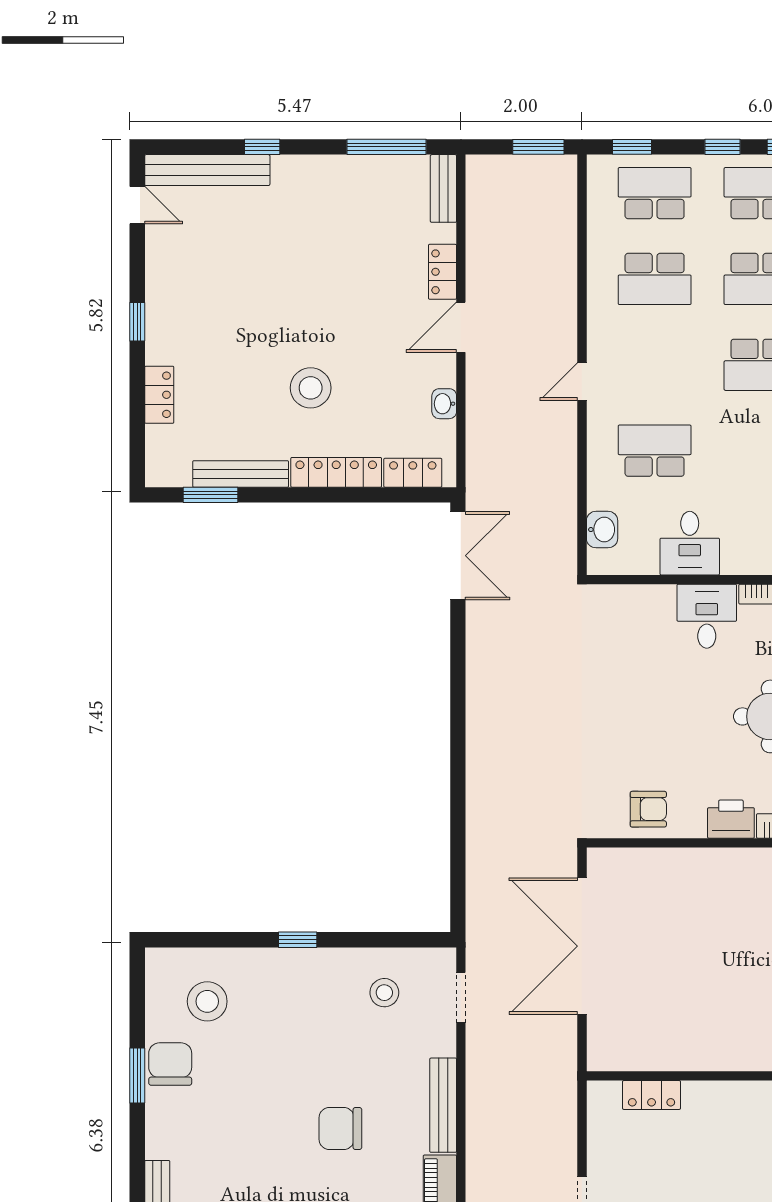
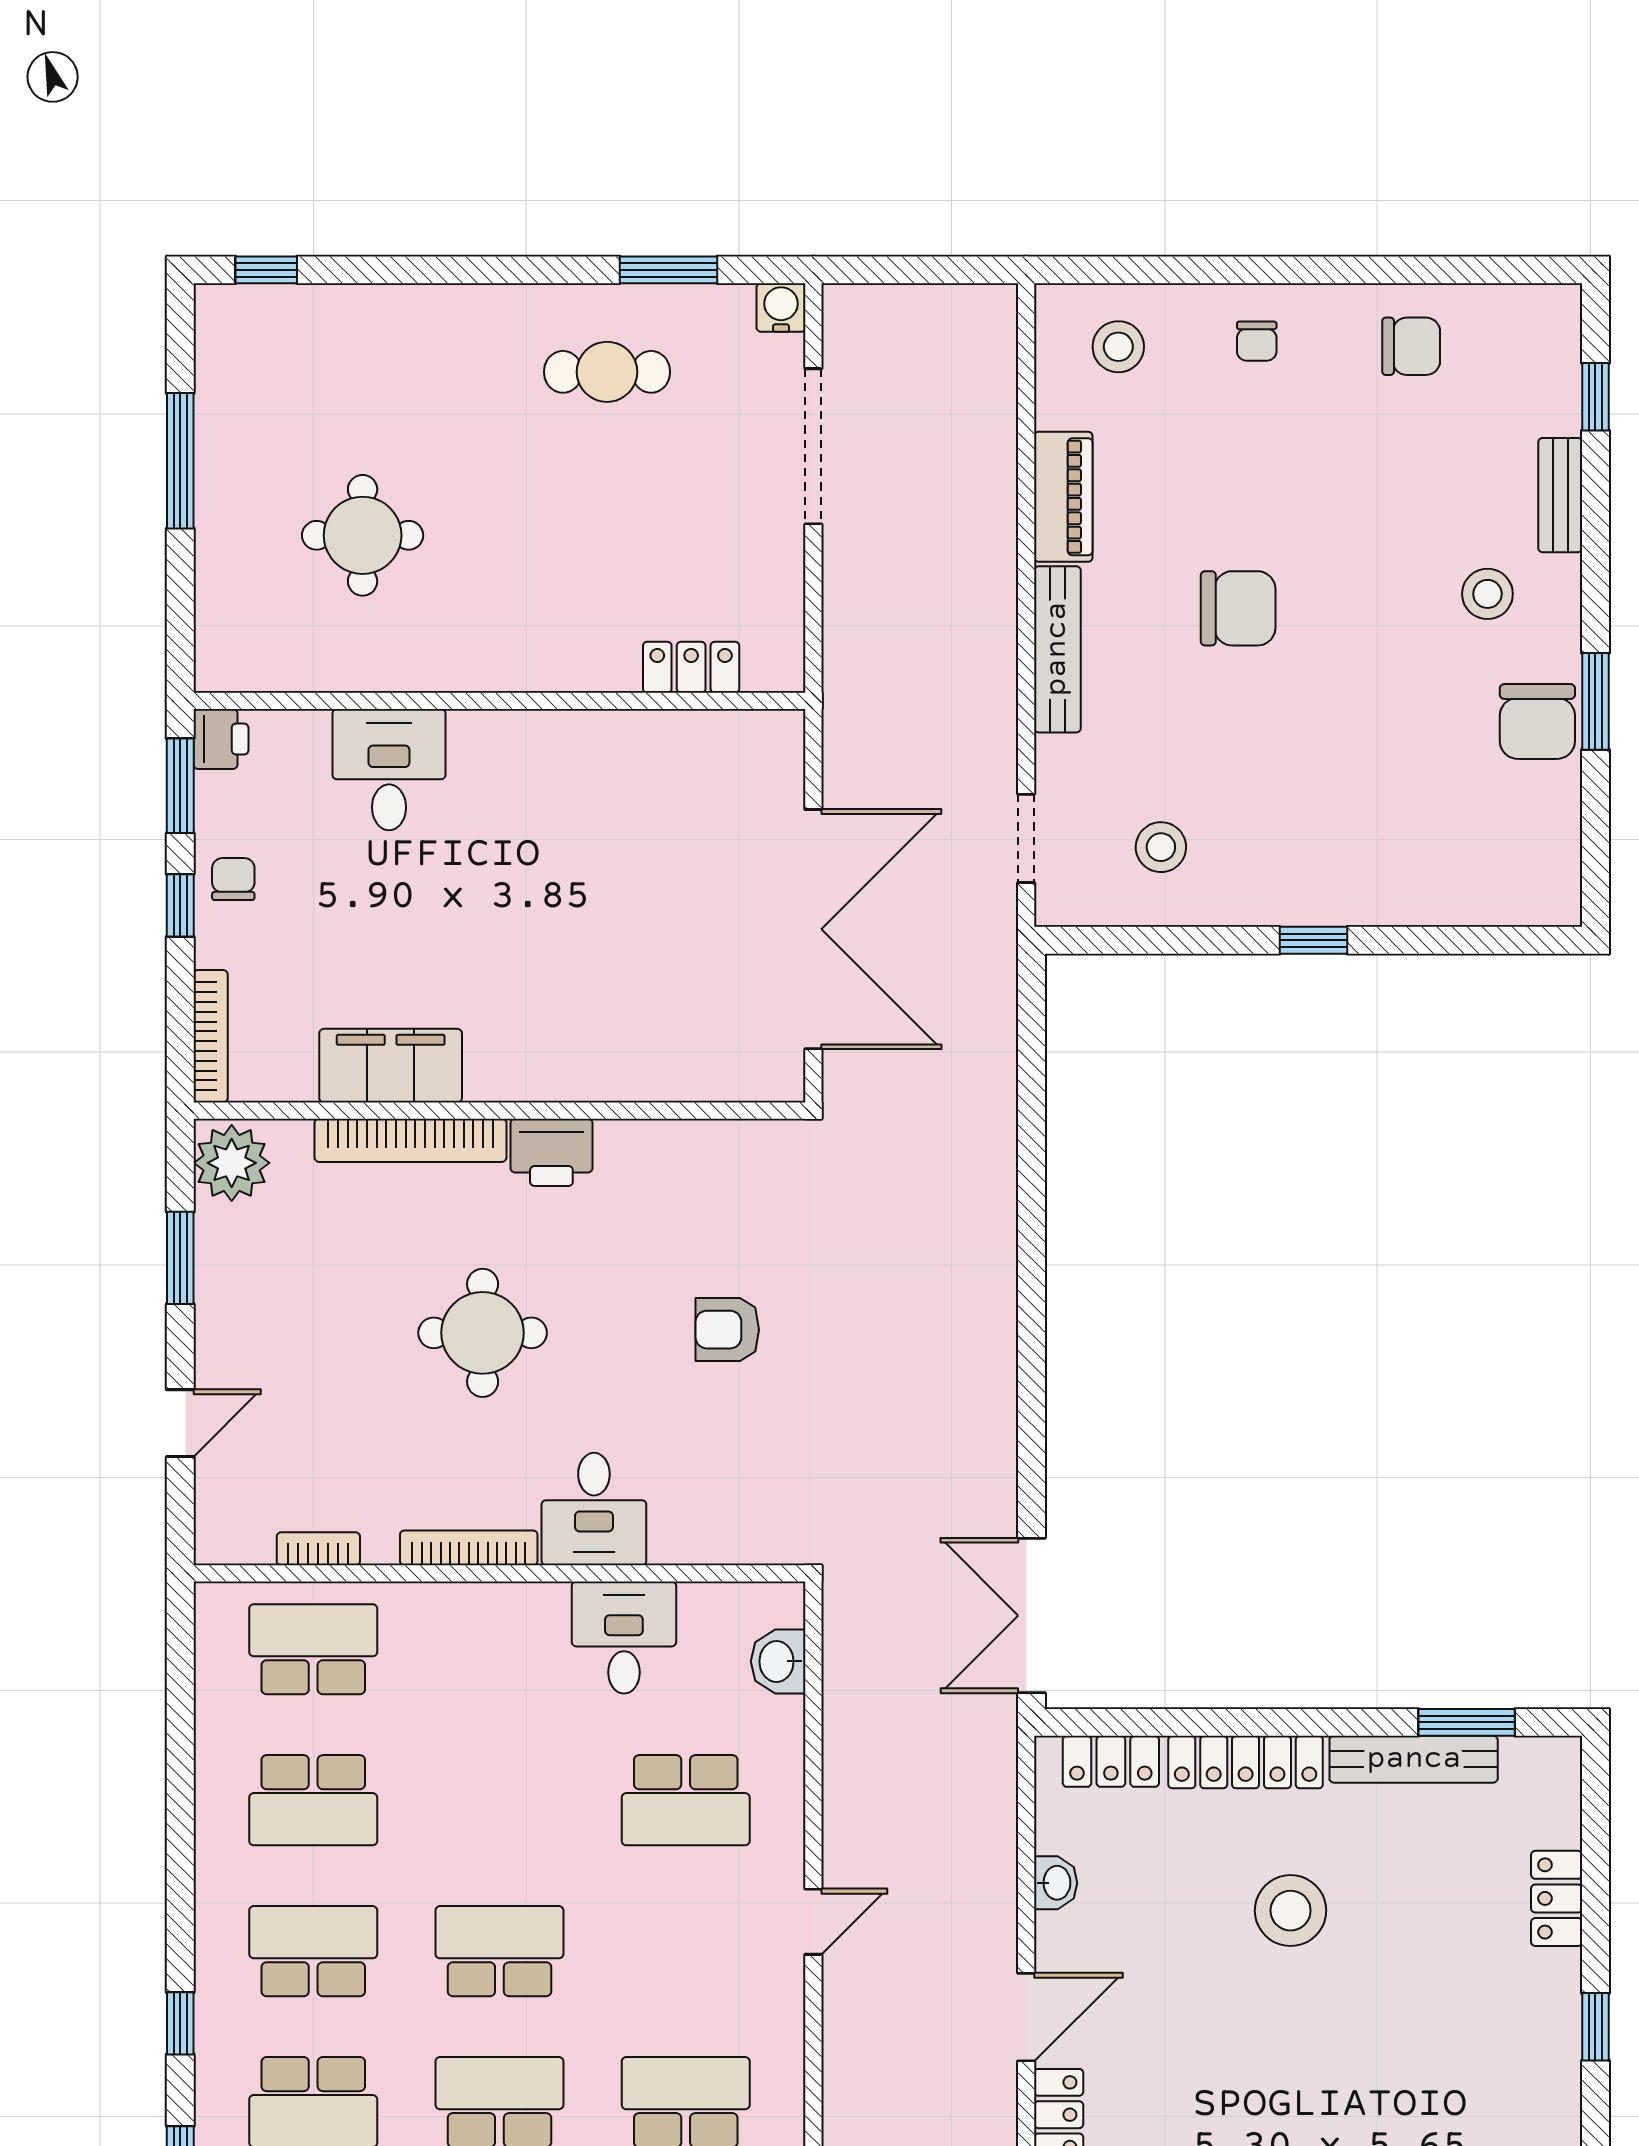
armchair: (648, 809) -> (727, 1330), moved
stool: (207, 1001) -> (1487, 594), moved, width x0.73, depth x0.73

